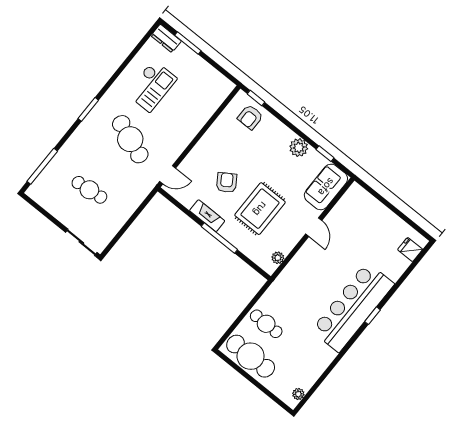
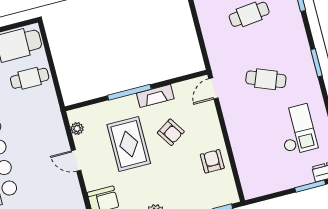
checkout: (152, 86) -> (297, 130), turned 180
armchair: (250, 117) -> (212, 161), moved
cafe table: (130, 139) -> (266, 79), width x0.73, depth x0.74
door: (314, 227) -> (76, 160), moved

